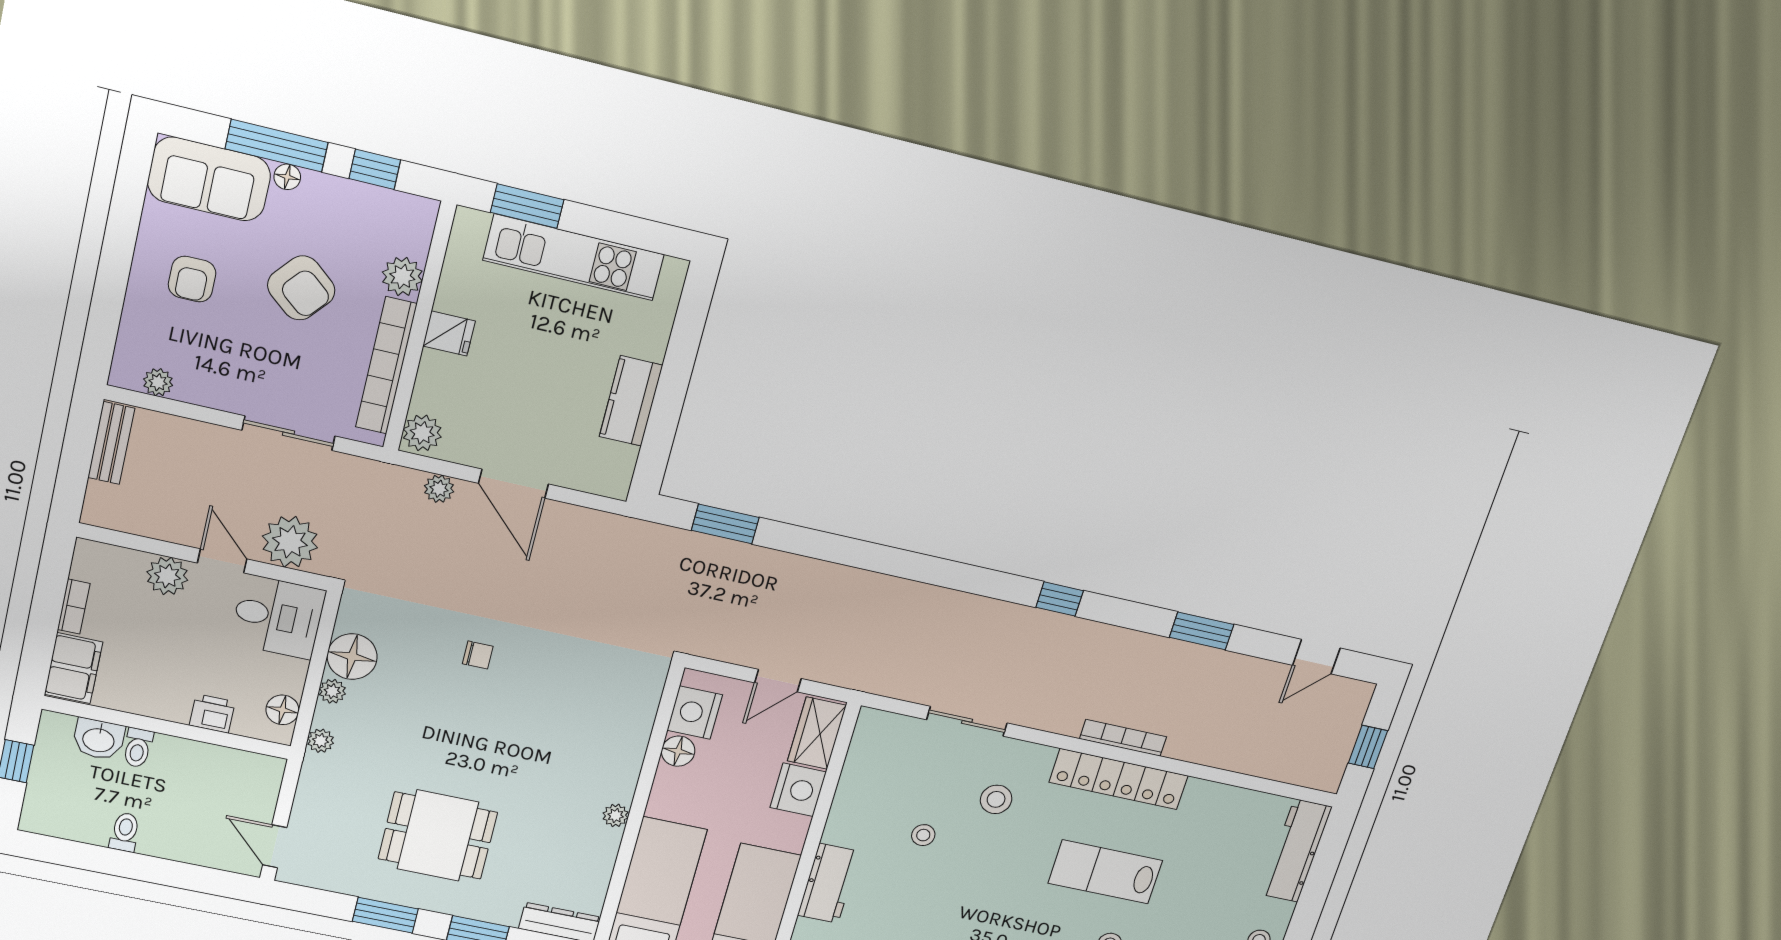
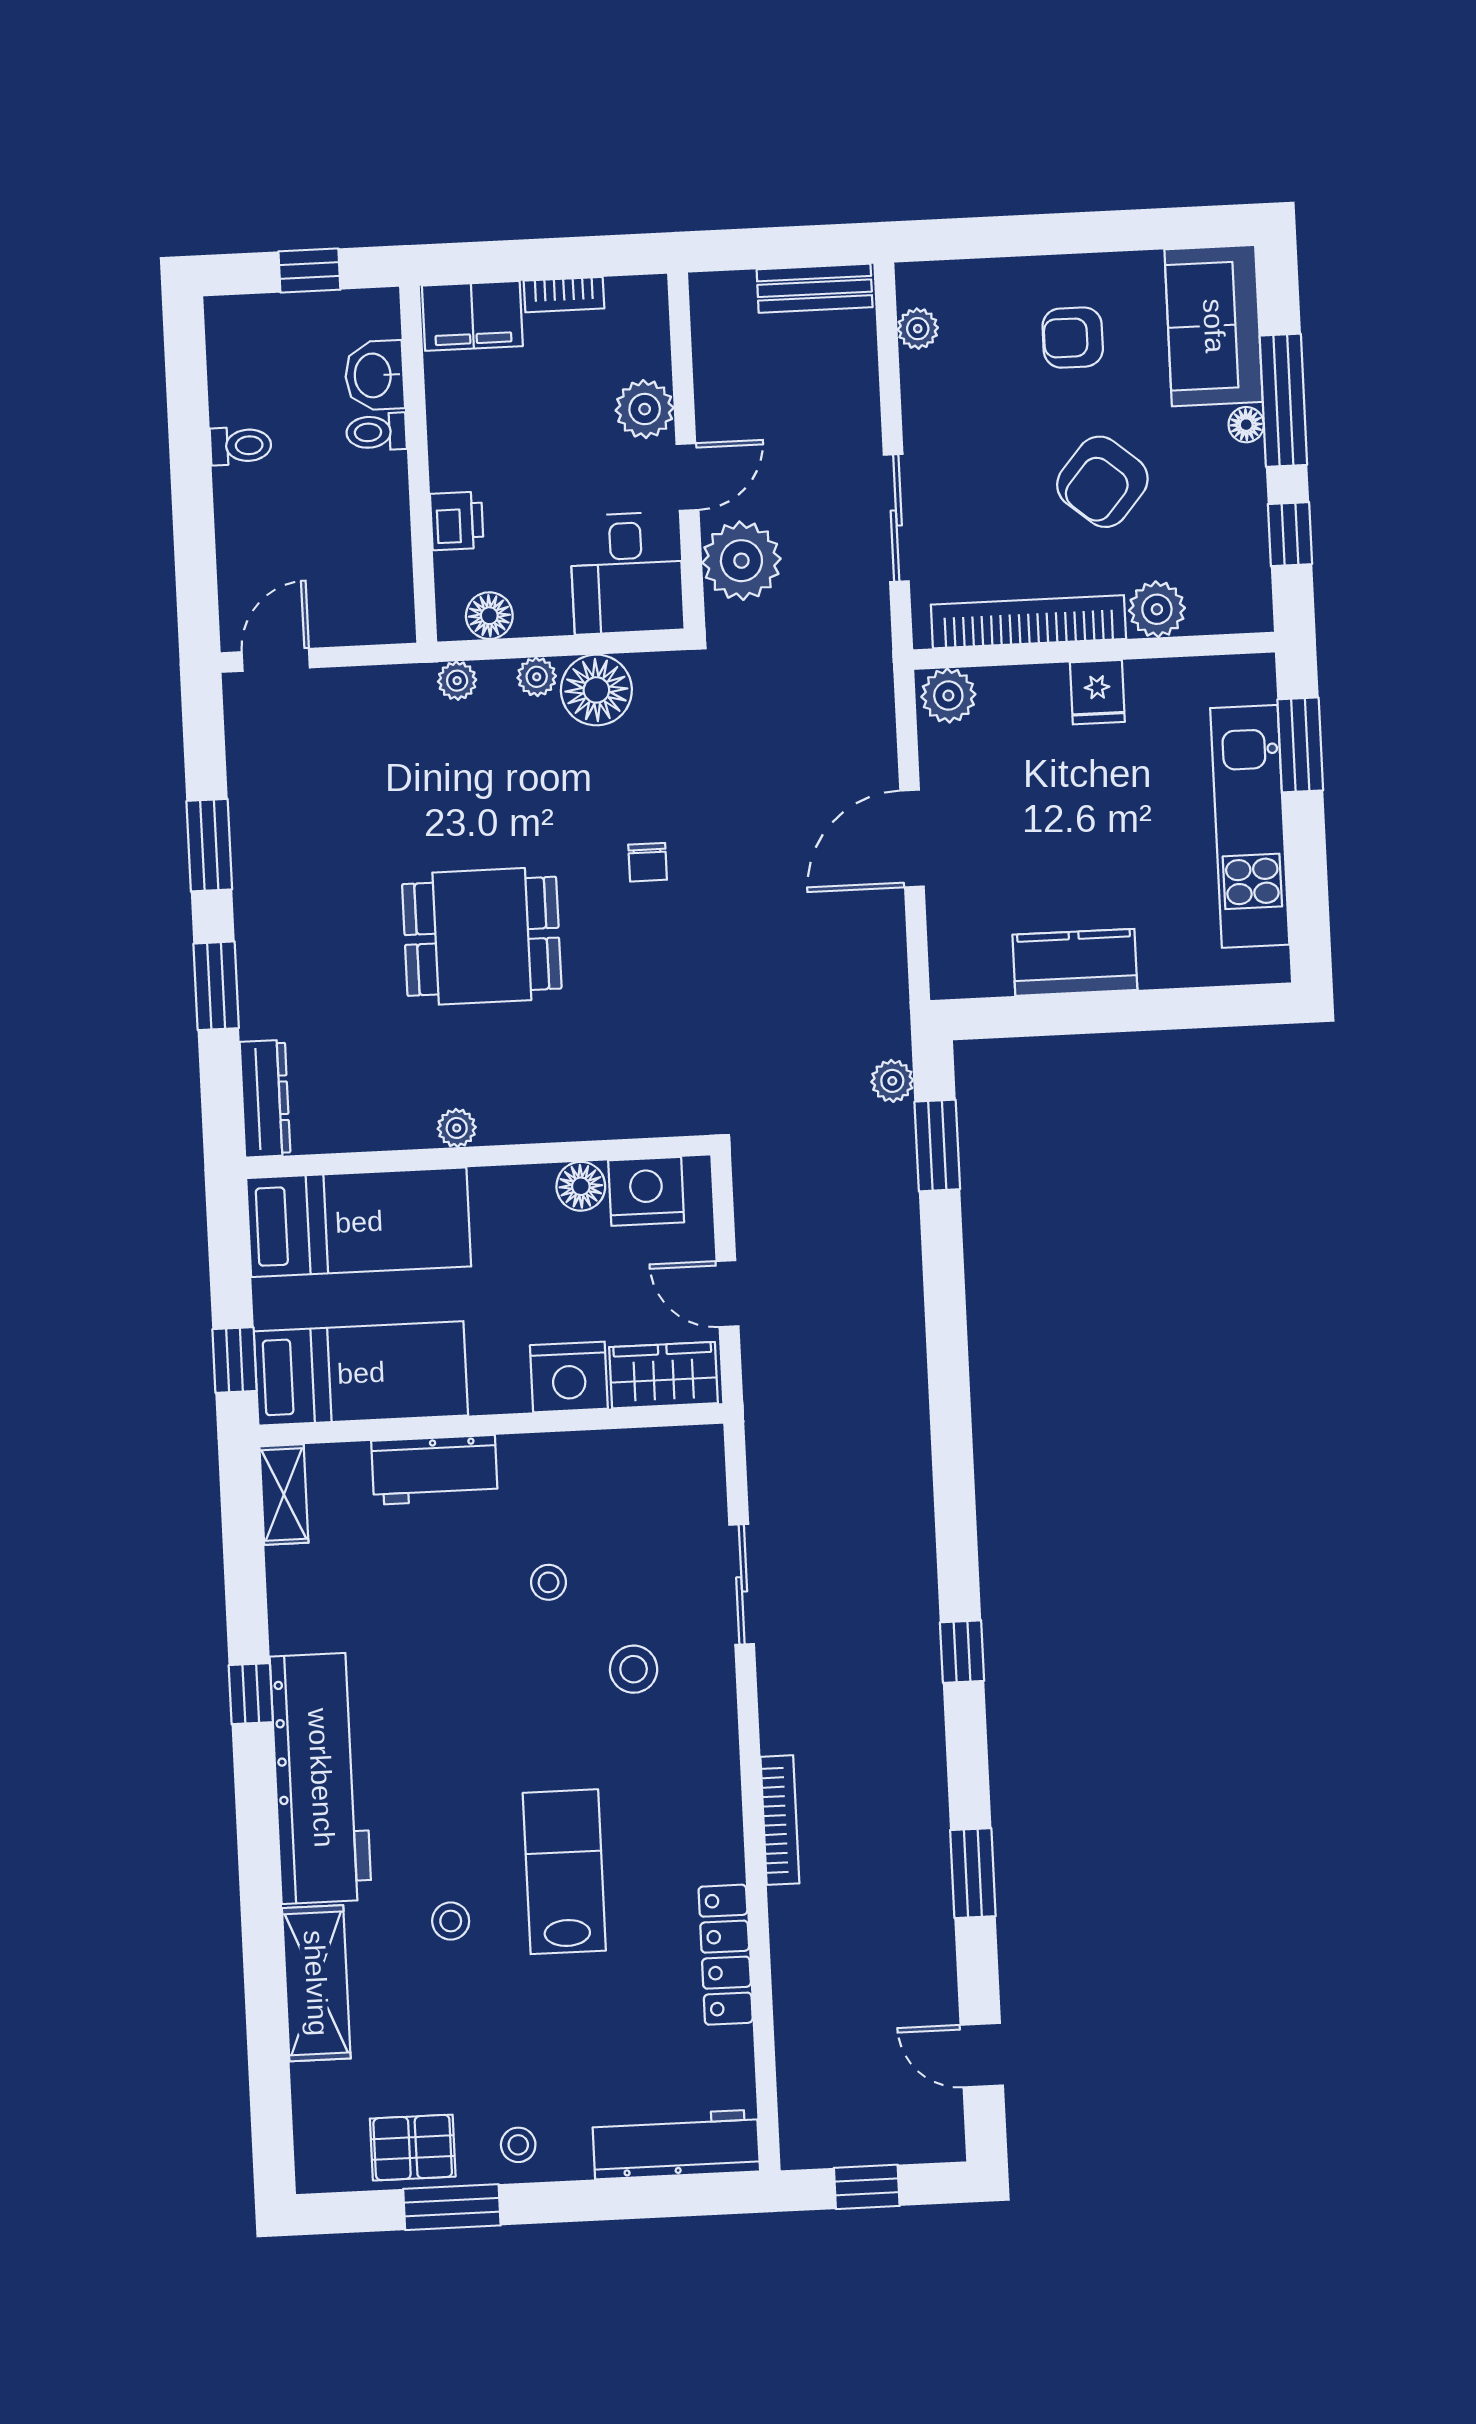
plant: (439, 489) -> (892, 1081), moved
locker: (1119, 779) -> (726, 1955), moved, width x0.71, depth x0.83
dining table: (438, 836) -> (482, 936), moved, turned 90

